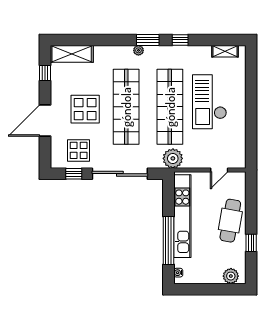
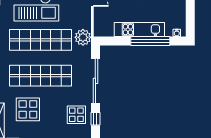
display table: (85, 109) -> (28, 109), moved
kitchen unit: (182, 216) -> (139, 29), width x0.73

